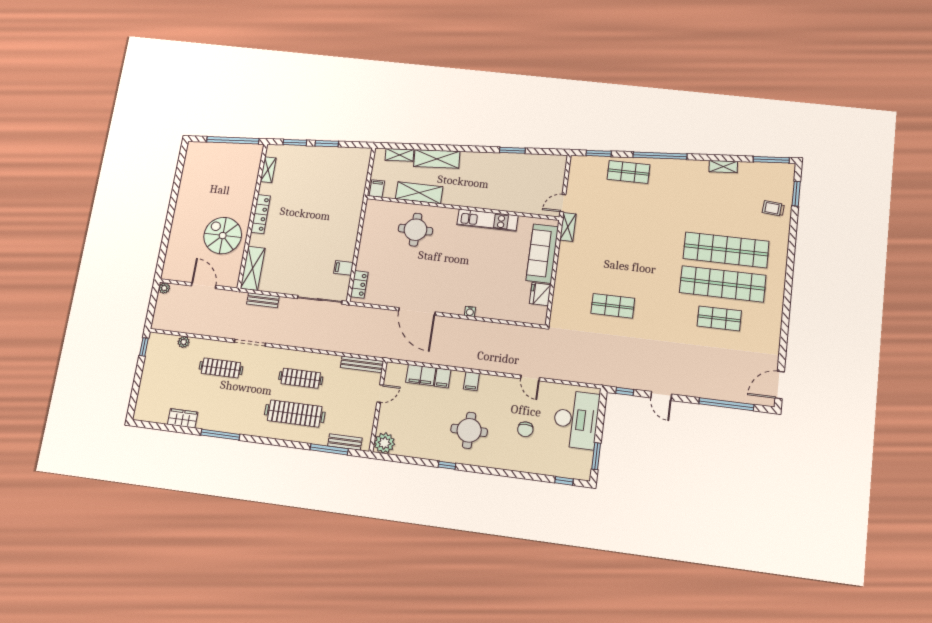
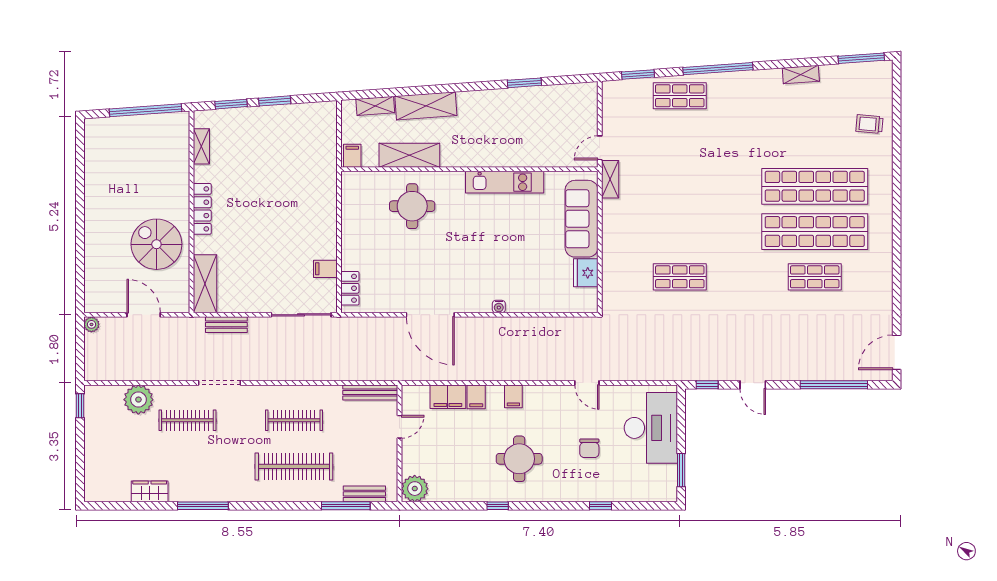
window: (796, 194) -> (897, 101), removed
plant: (184, 342) -> (138, 400), width x1.88, depth x1.88
window: (564, 481) -> (600, 506), moved

